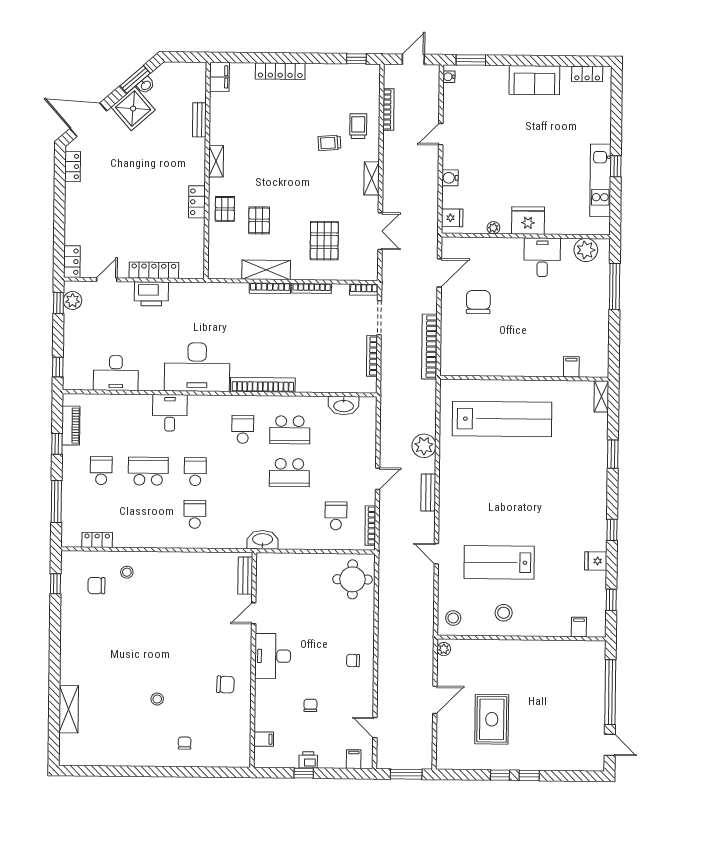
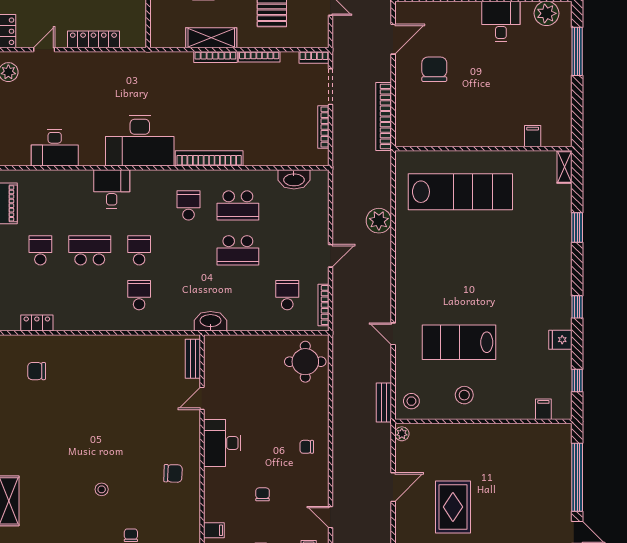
printer: (151, 294) -> (91, 64), removed
bench: (428, 492) -> (384, 403), moved
stool: (127, 572) -> (68, 357), removed

